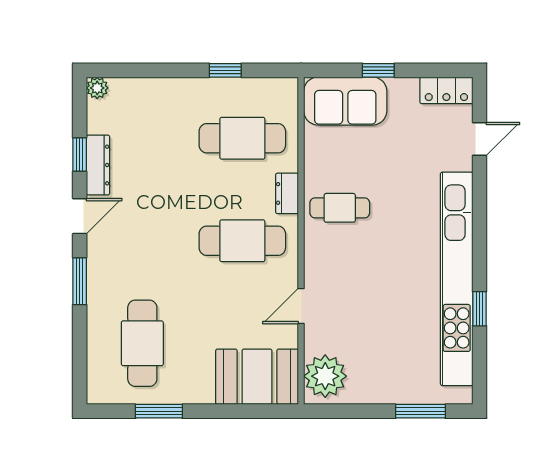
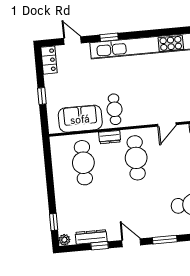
window: (225, 70) -> (54, 222), moved
sofa: (345, 101) -> (80, 119), moved, turned -90
dresser: (98, 165) -> (91, 237), moved
door: (301, 306) -> (167, 125), hinge flipped
window: (480, 309) -> (109, 37), moved

